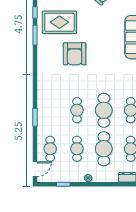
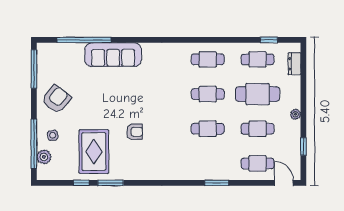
armchair: (75, 54) -> (135, 132), width x0.53, depth x0.53
cafe table: (104, 110) -> (208, 94), width x0.73, depth x0.74

